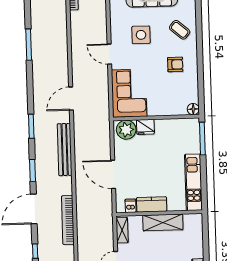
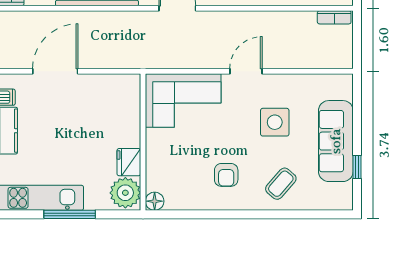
fridge: (145, 127) -> (129, 162), moved
plant: (126, 130) -> (125, 193), moved
window: (202, 139) -> (70, 214), moved

